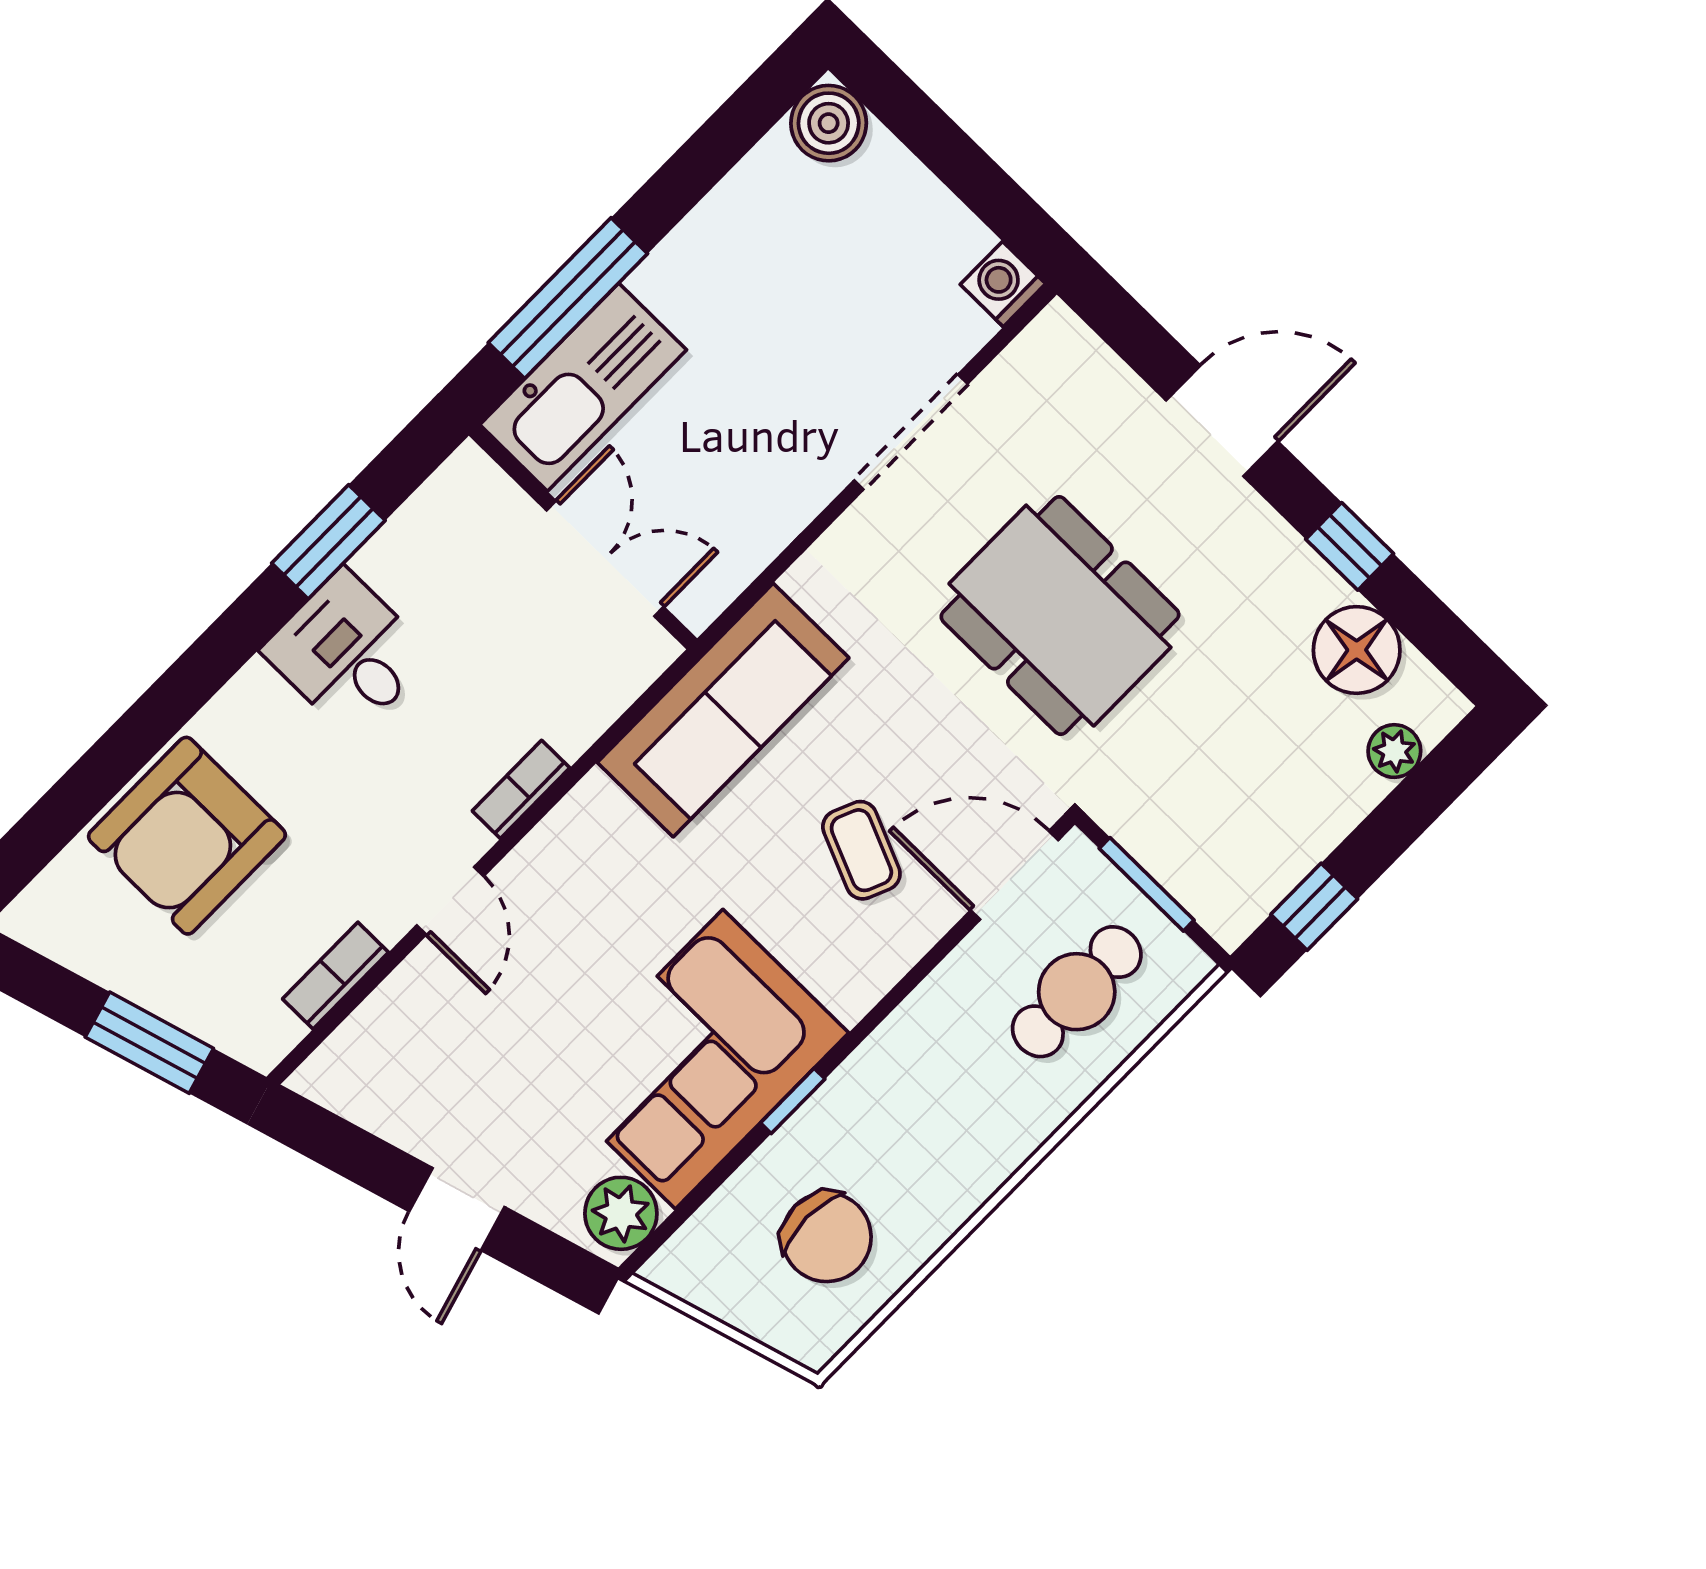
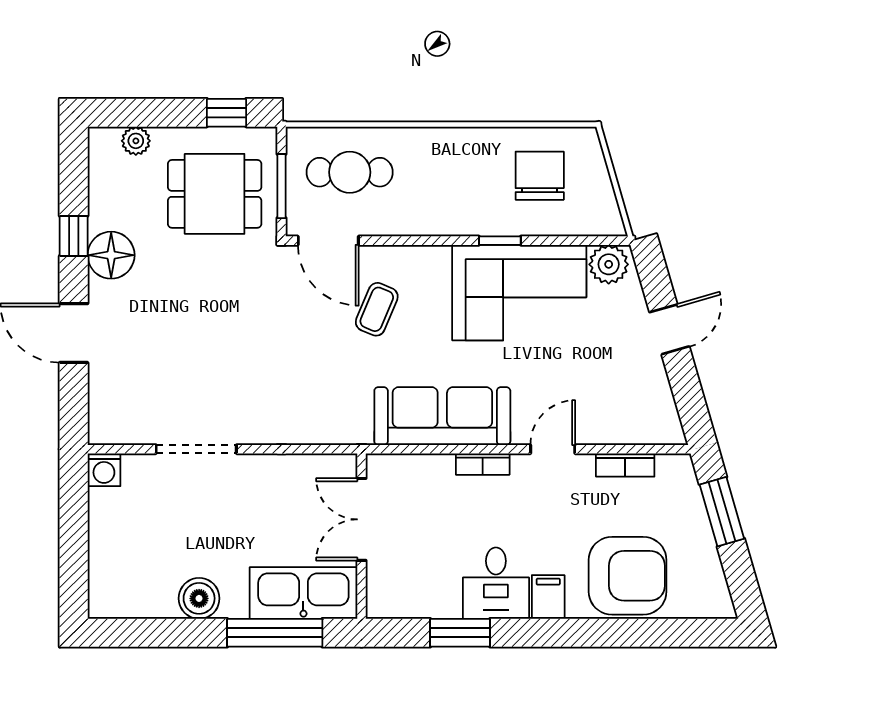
boiler: (829, 123) -> (199, 598), moved
dining table: (1060, 616) -> (215, 194), moved, width x0.73
floor lamp: (1357, 650) -> (111, 255), moved
filing cabinet: (262, 704) -> (548, 597), added
sofa: (723, 710) -> (442, 416), moved

